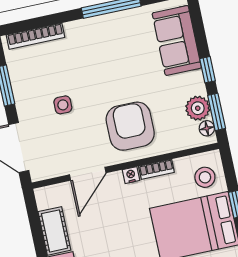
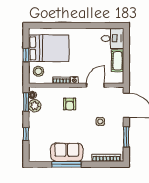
sofa: (177, 40) -> (67, 152), moved, turned -90
window: (208, 70) -> (26, 134), moved
armchair: (130, 126) -> (70, 104), width x0.53, depth x0.53

